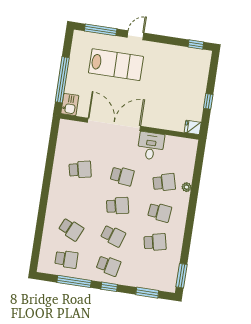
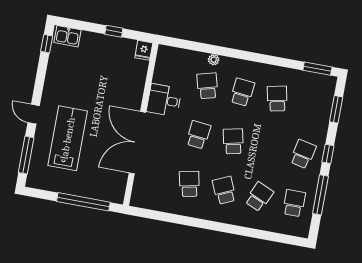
kitchen sink: (70, 105) -> (67, 36), moved, turned 180
school desk: (113, 236) -> (224, 190), moved, turned -42

